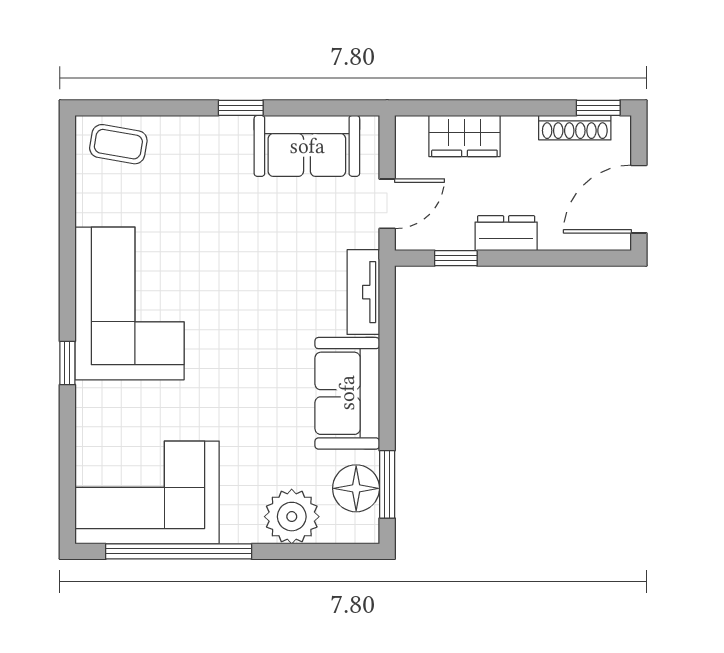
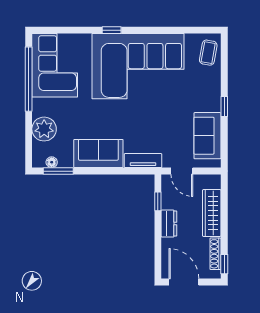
wardrobe: (464, 136) -> (212, 213), width x1.50
corner sofa: (129, 304) -> (138, 66), width x1.36, depth x1.36
floor lamp: (356, 488) -> (52, 162), width x0.53, depth x0.53

